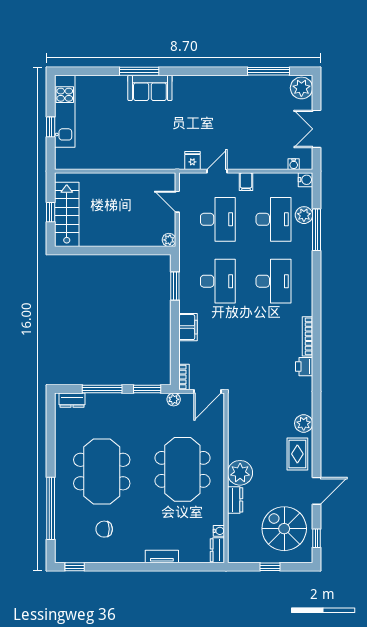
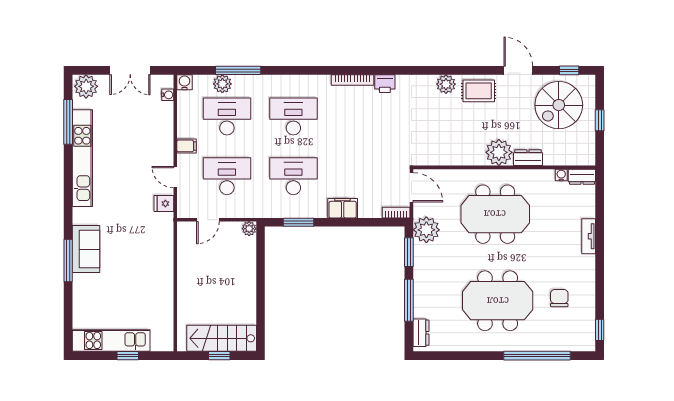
kitchen unit: (235, 85) -> (82, 158), added
plant: (174, 399) -> (426, 230), width x1.87, depth x1.87
chair: (104, 529) -> (559, 298), turned 180

